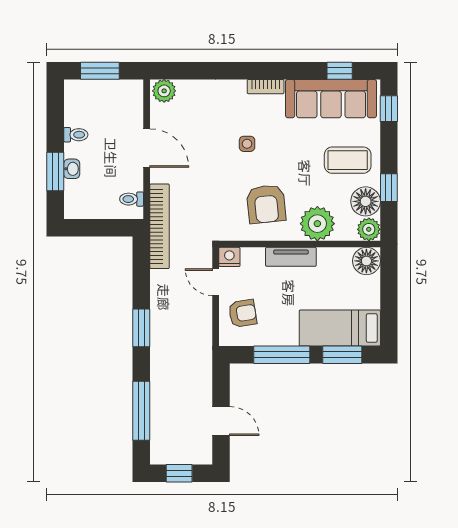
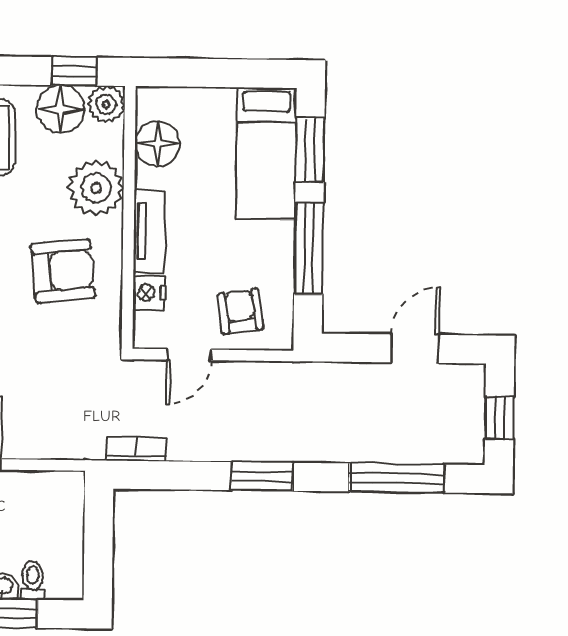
window: (389, 188) -> (74, 71), moved
toilet: (132, 199) -> (33, 580), moved, turned 180
bookcase: (160, 226) -> (136, 449), width x0.43, depth x0.76
nightstand: (229, 257) -> (149, 293), moved
floor lamp: (366, 261) -> (157, 144), moved

